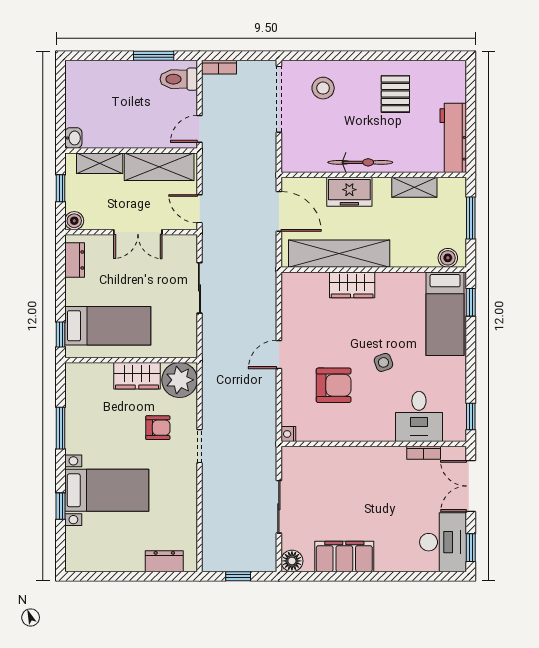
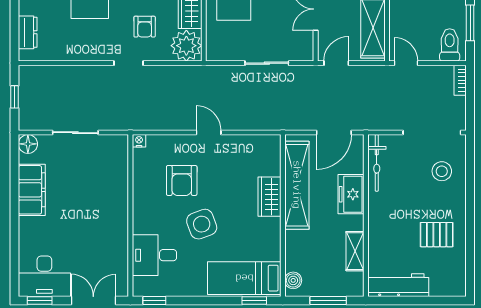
bicycle: (360, 162) -> (377, 163), moved
side table: (383, 362) -> (202, 224), width x1.87, depth x1.87
bookcase: (424, 453) -> (123, 259), removed

